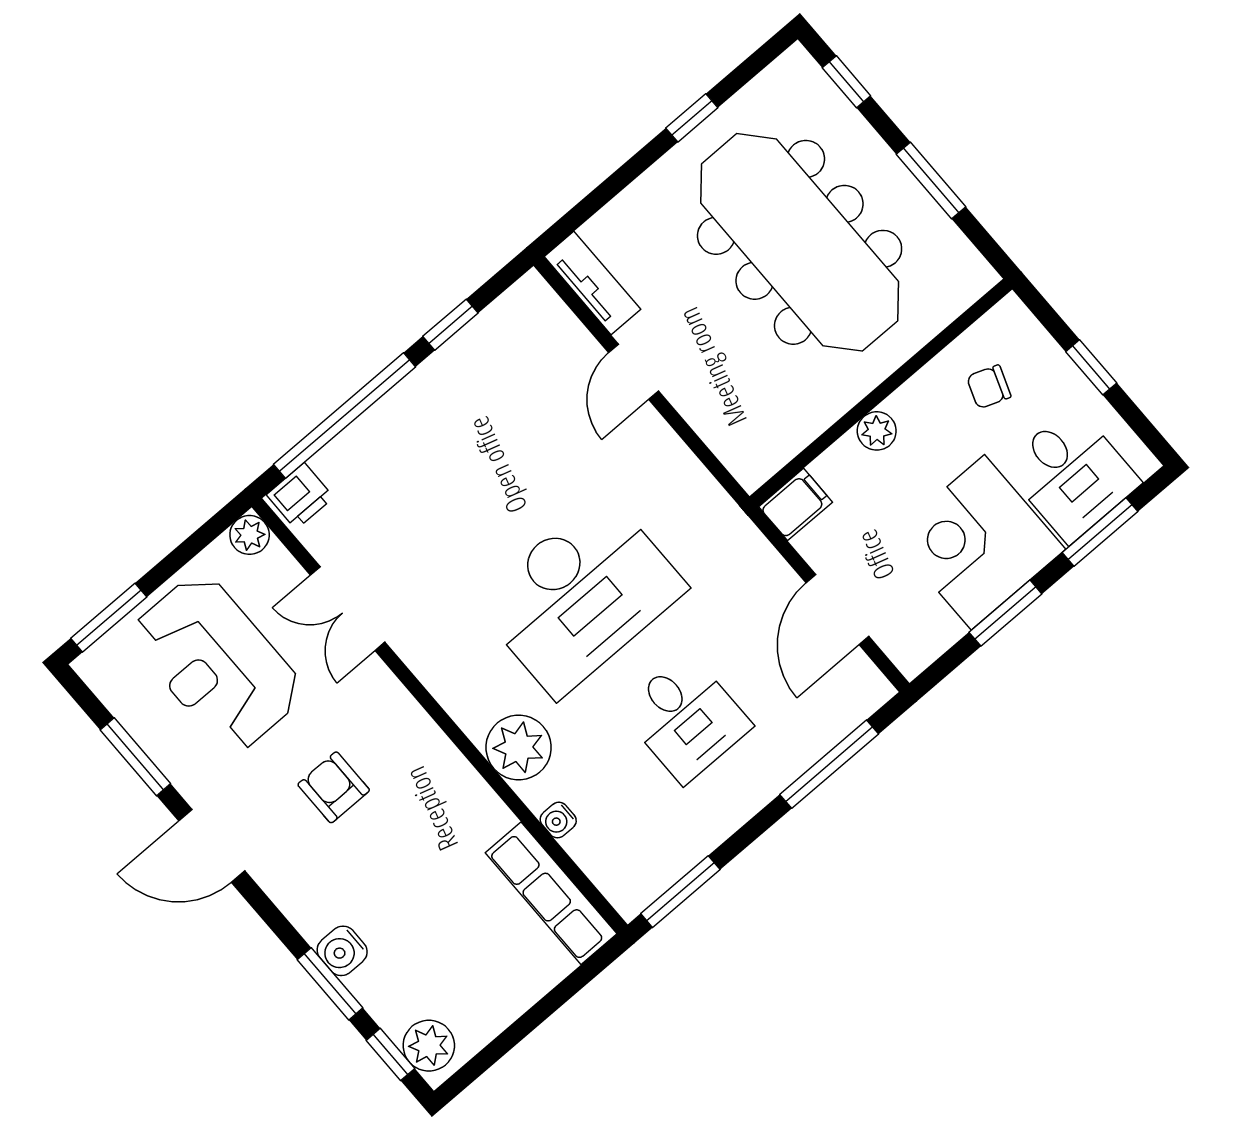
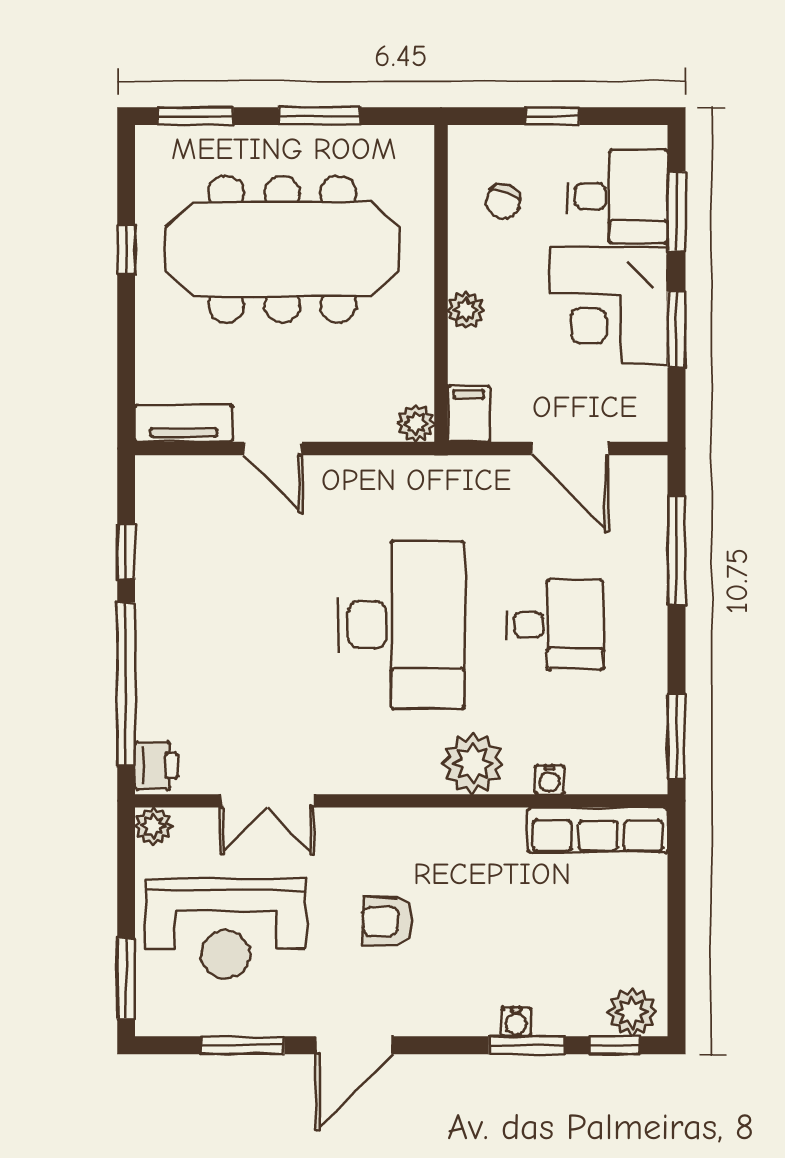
window: (846, 82) -> (196, 116), width x1.50
plant: (752, 469) -> (416, 424), added
water cooler: (342, 951) -> (516, 1022), width x0.72, depth x0.72

